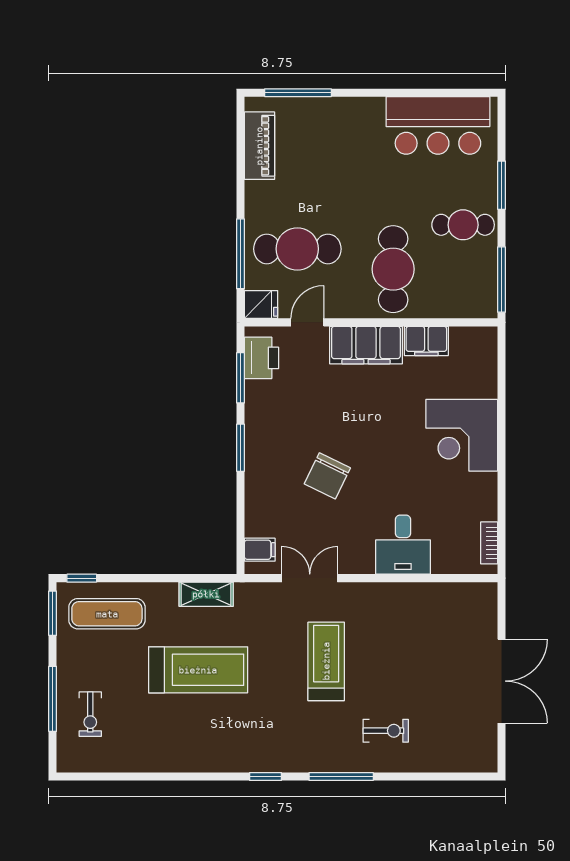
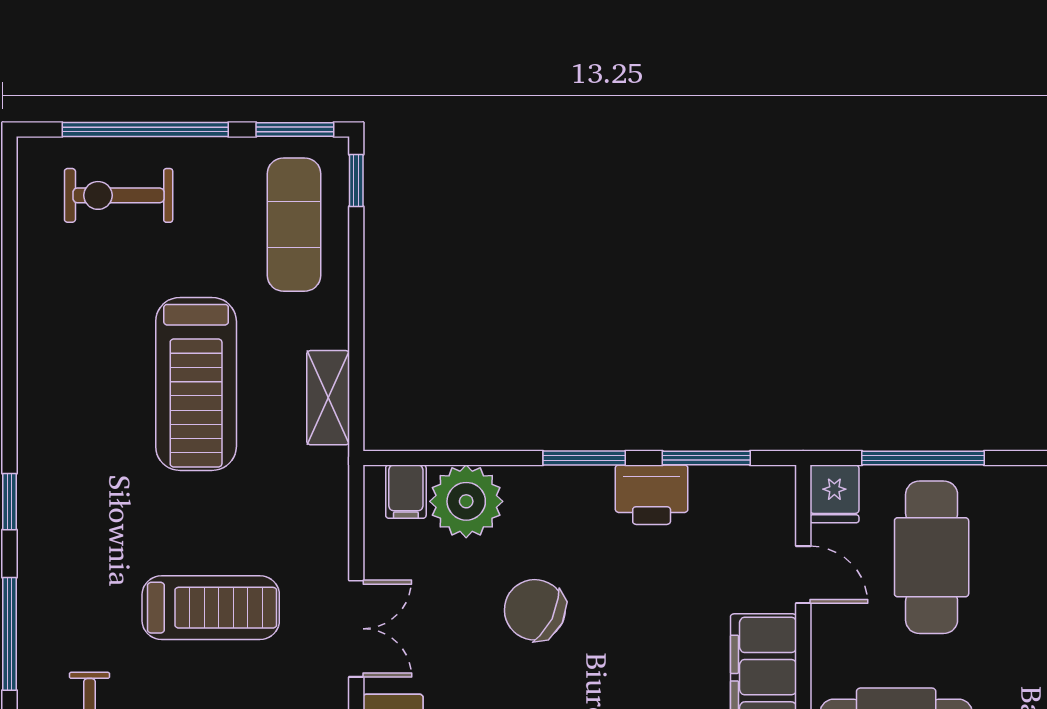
printer: (261, 358) -> (652, 495), moved
plant: (265, 515) -> (466, 501), added
double door: (310, 578) -> (356, 629), moved
window: (53, 699) -> (145, 130), width x1.46
exercise bike: (90, 714) -> (119, 195), width x1.38, depth x1.39

